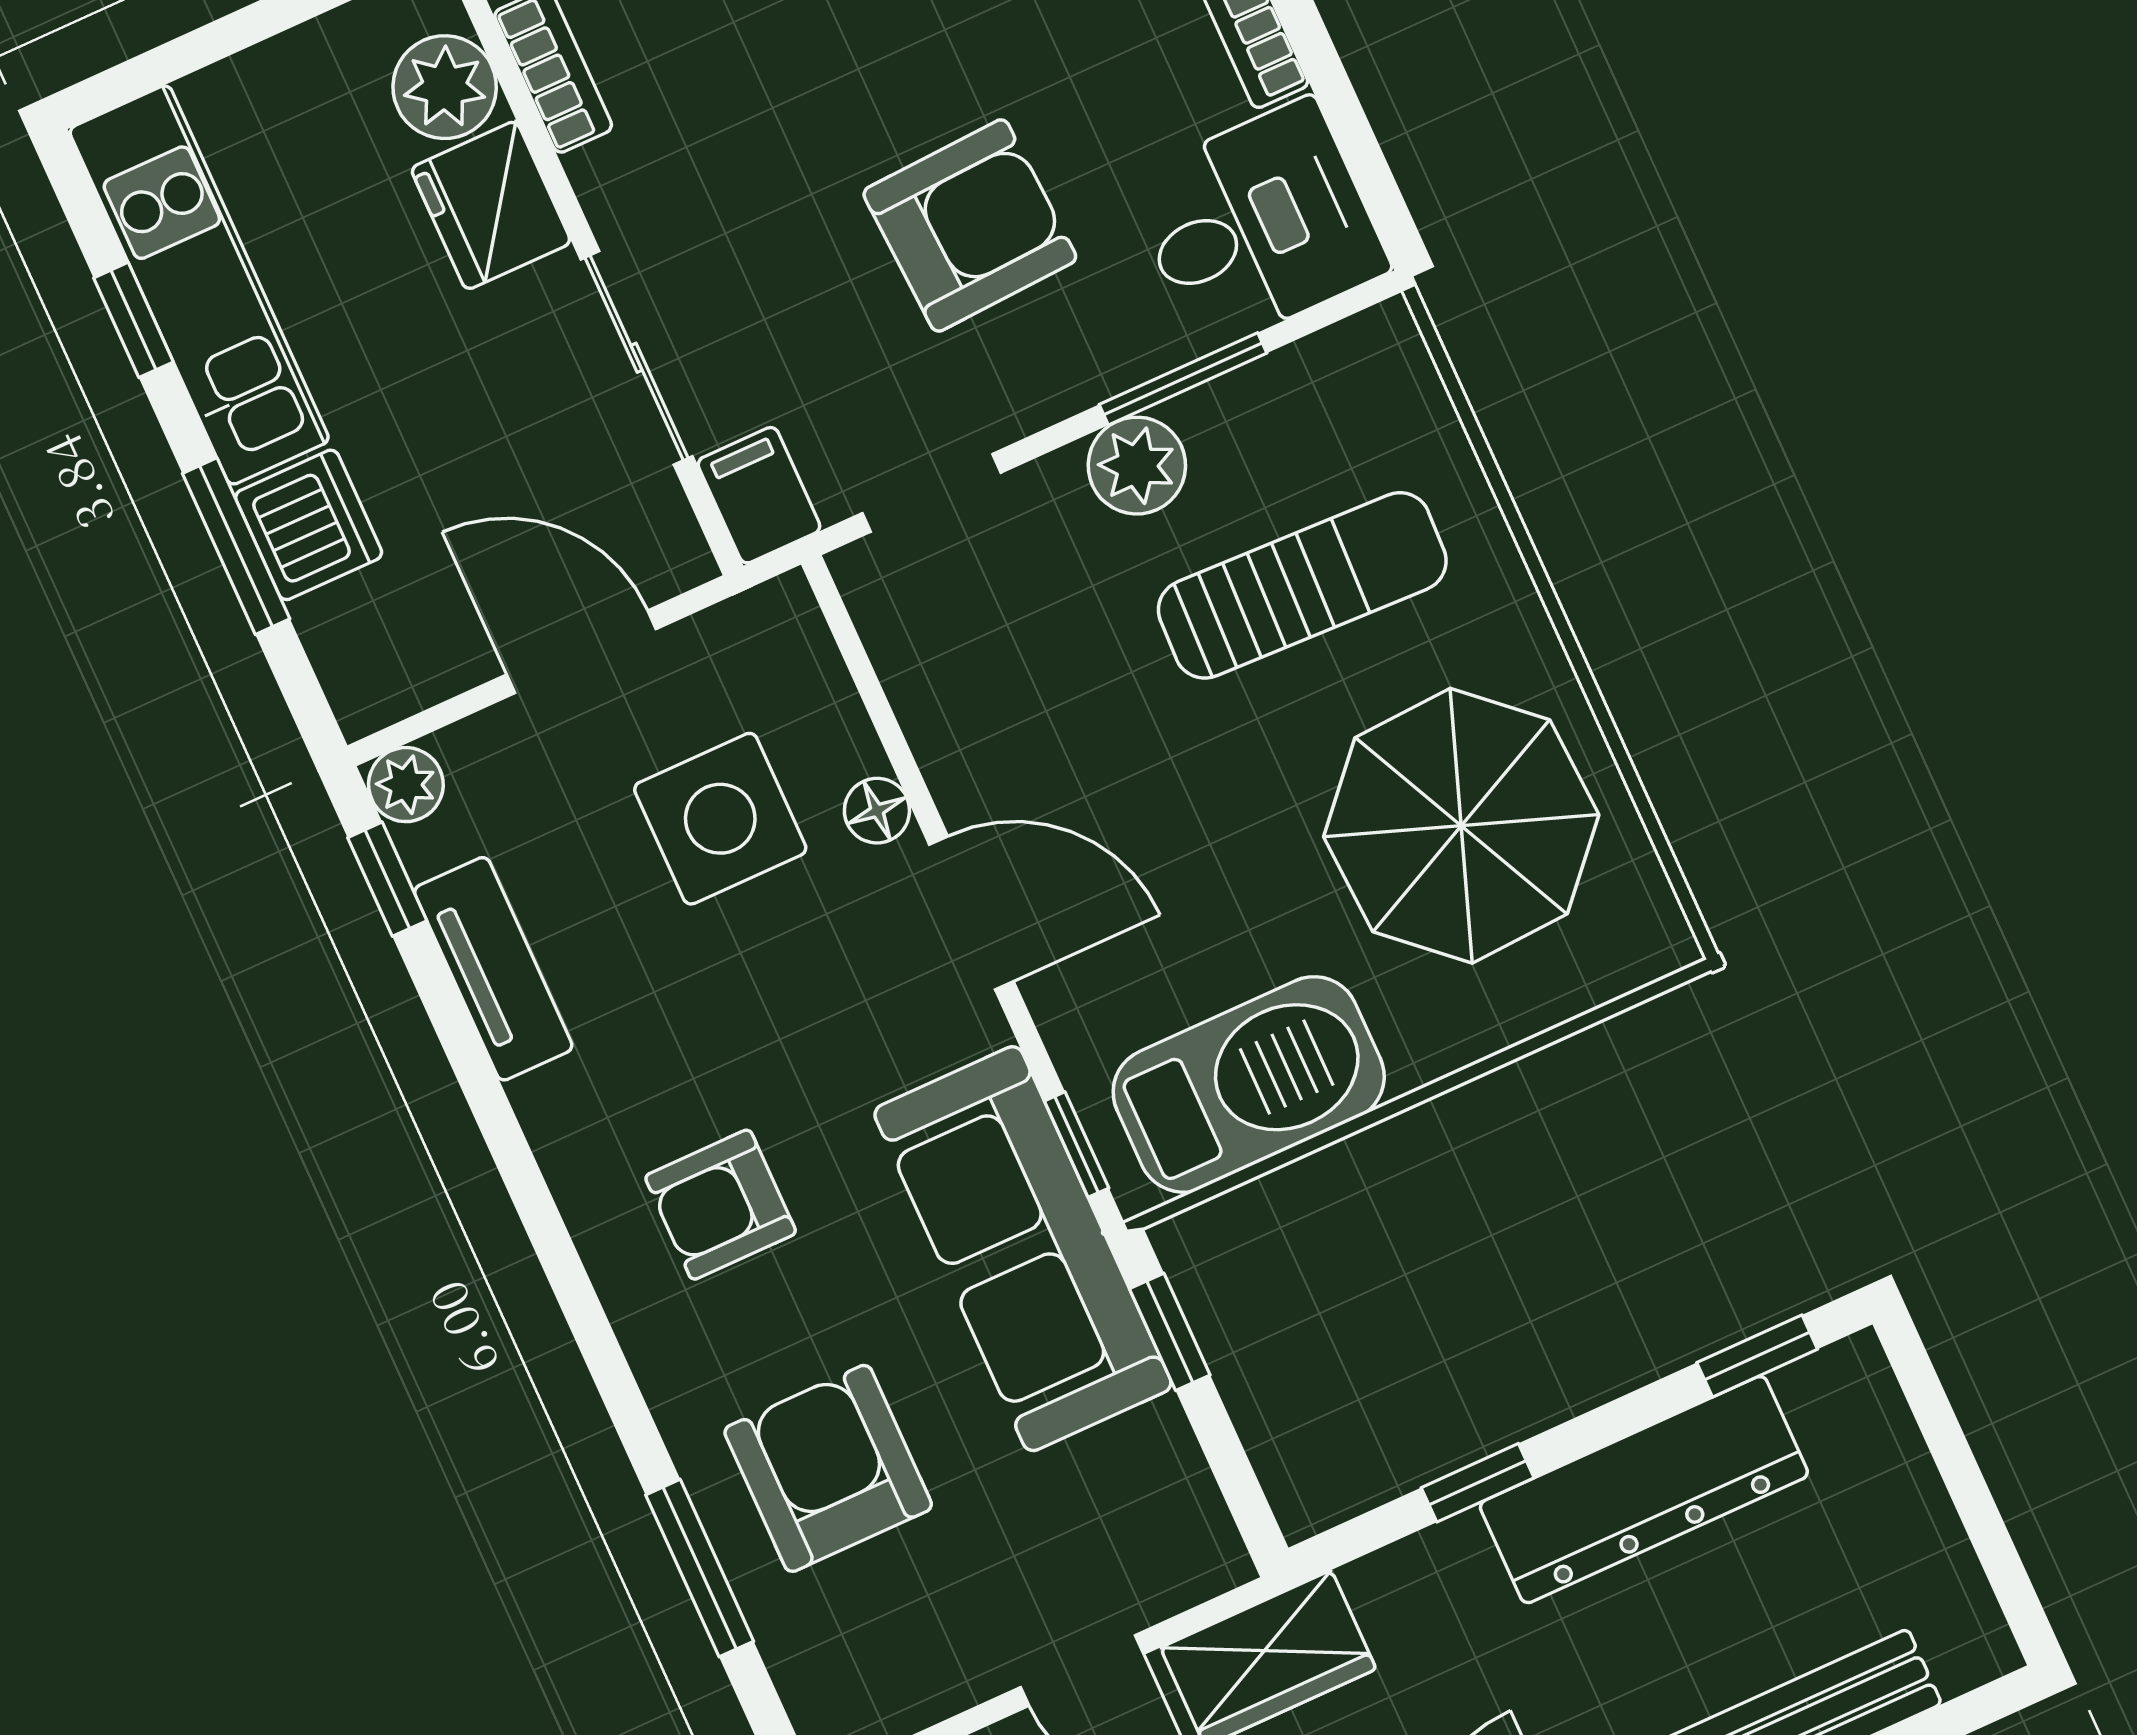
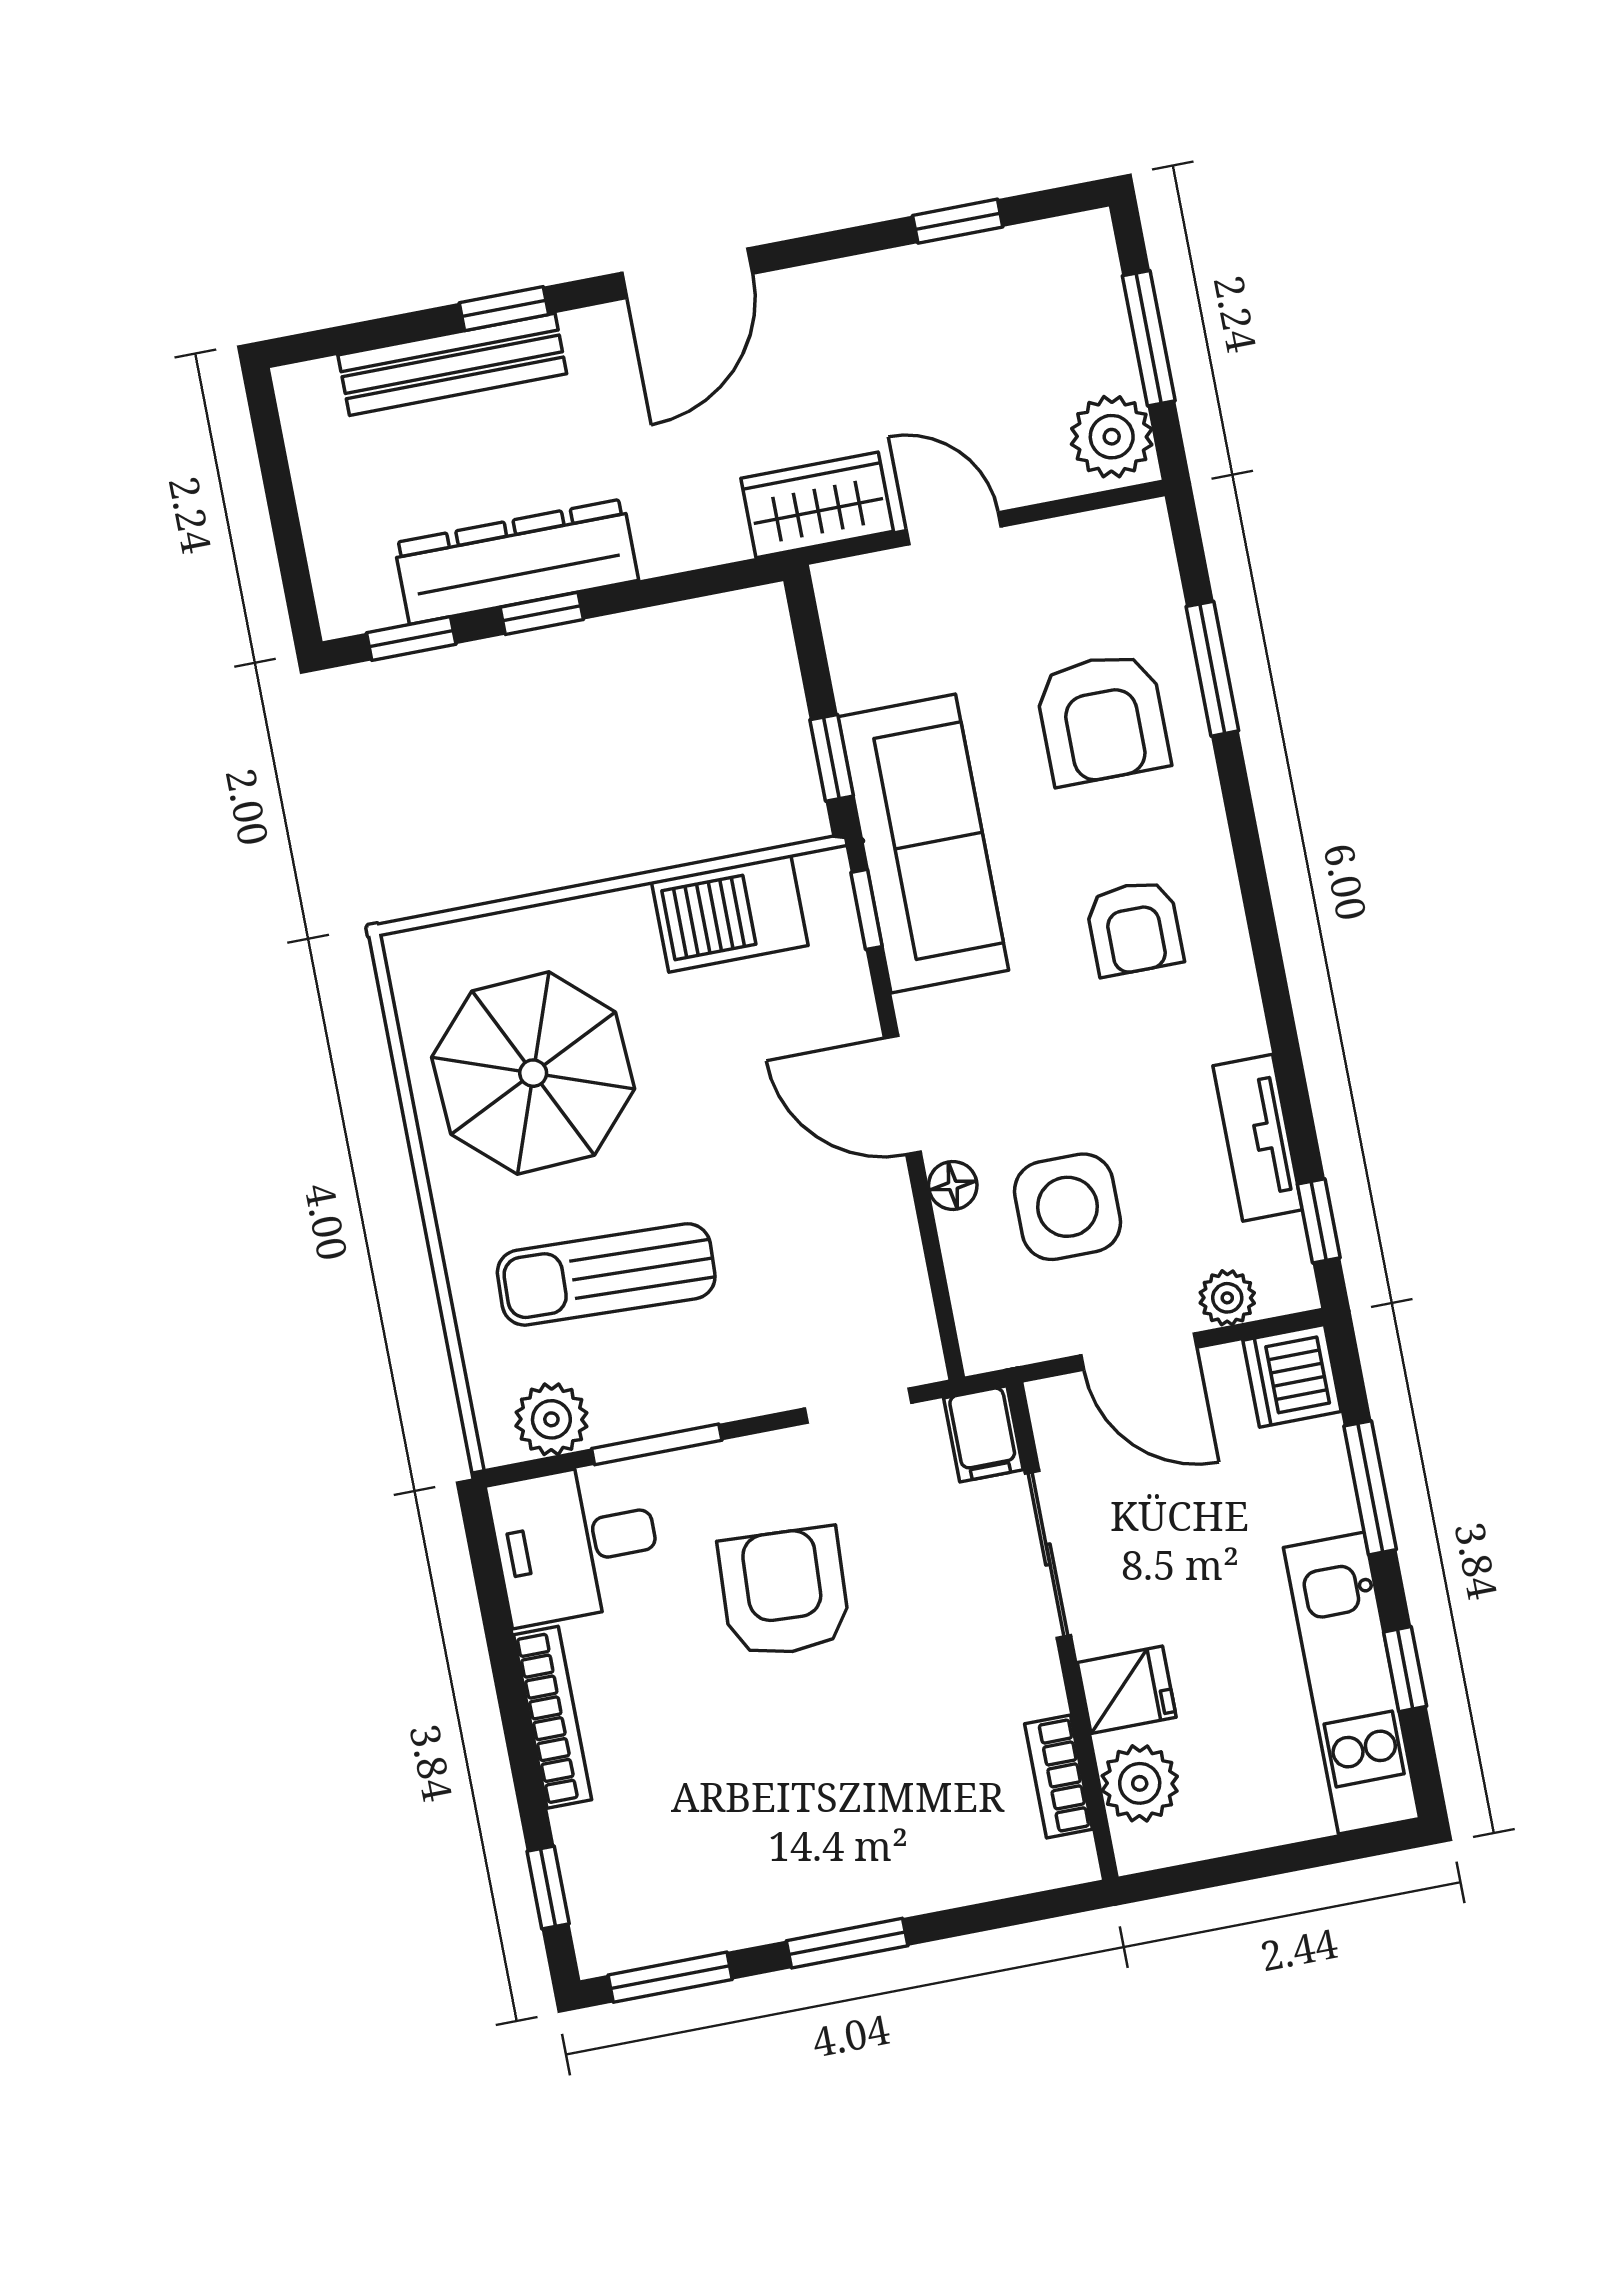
fridge: (491, 205) -> (1127, 1690), width x0.72
armchair: (970, 225) -> (784, 1592), turned 96
plant: (1137, 466) -> (551, 1419), moved
dishwasher: (309, 525) -> (1292, 1376), moved
plant: (406, 785) -> (1227, 1298), moved
barbecue: (1249, 1084) -> (730, 913), width x0.73, depth x0.83
armchair: (721, 1205) -> (1134, 928), turned 90
window: (1478, 1483) -> (542, 613), moved

